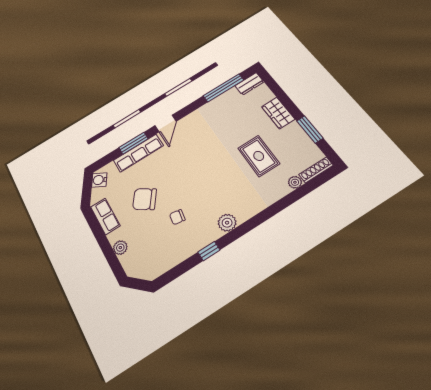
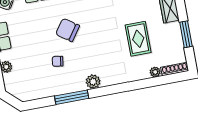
chair: (145, 199) -> (68, 30), moved
window: (209, 251) -> (72, 97), width x2.17

